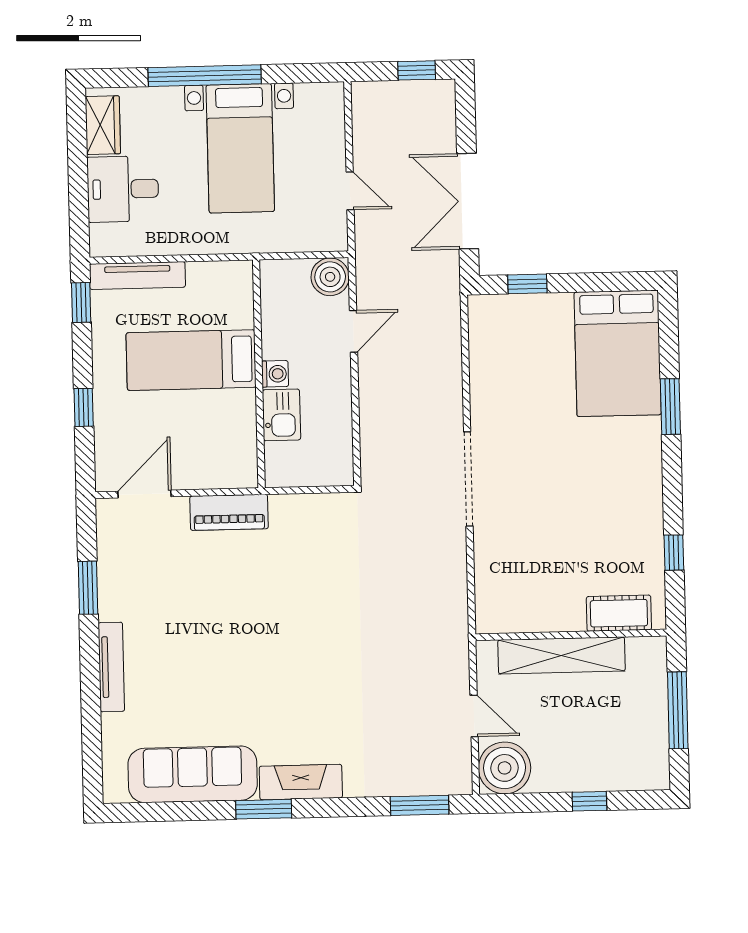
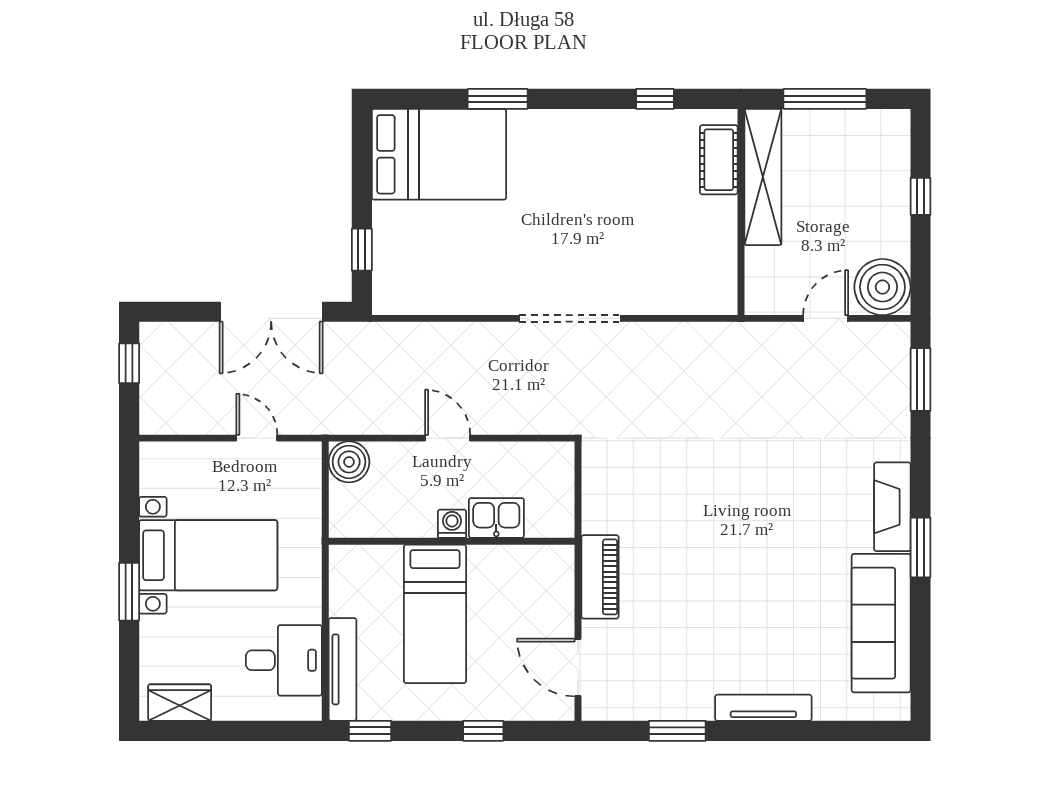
window: (205, 76) -> (129, 592), width x0.47
desk: (123, 189) -> (284, 660), moved, turned -90
door: (350, 191) -> (257, 438), hinge flipped
door: (354, 331) -> (448, 438), moved
shelving: (561, 655) -> (763, 177), moved

